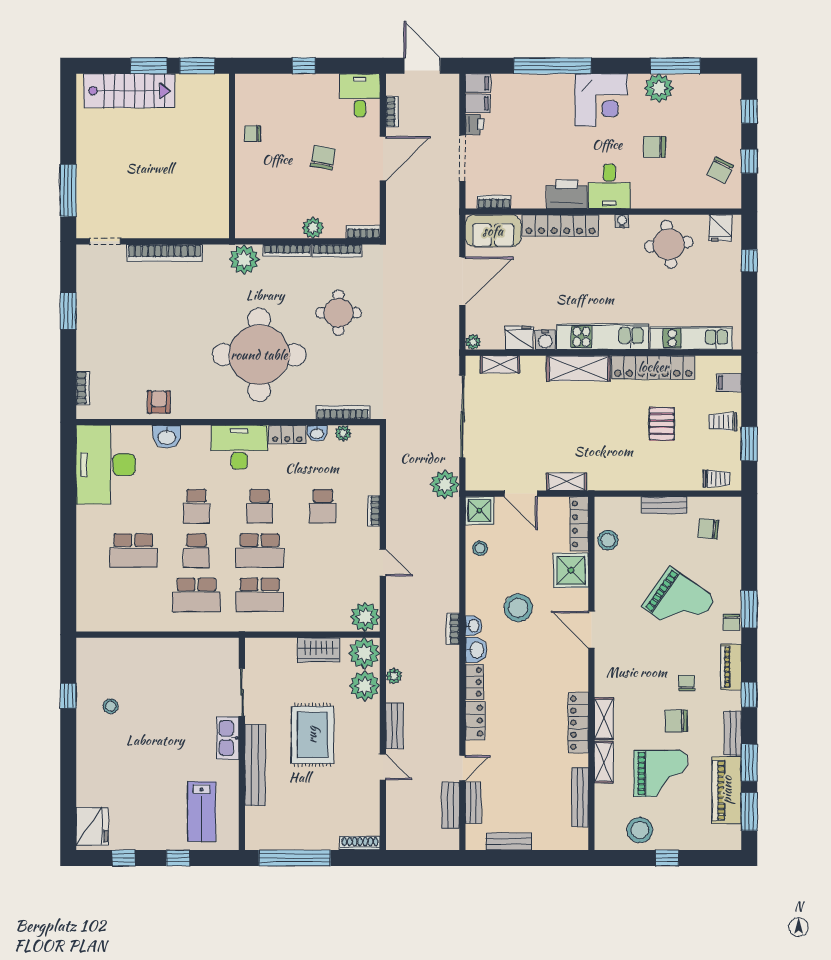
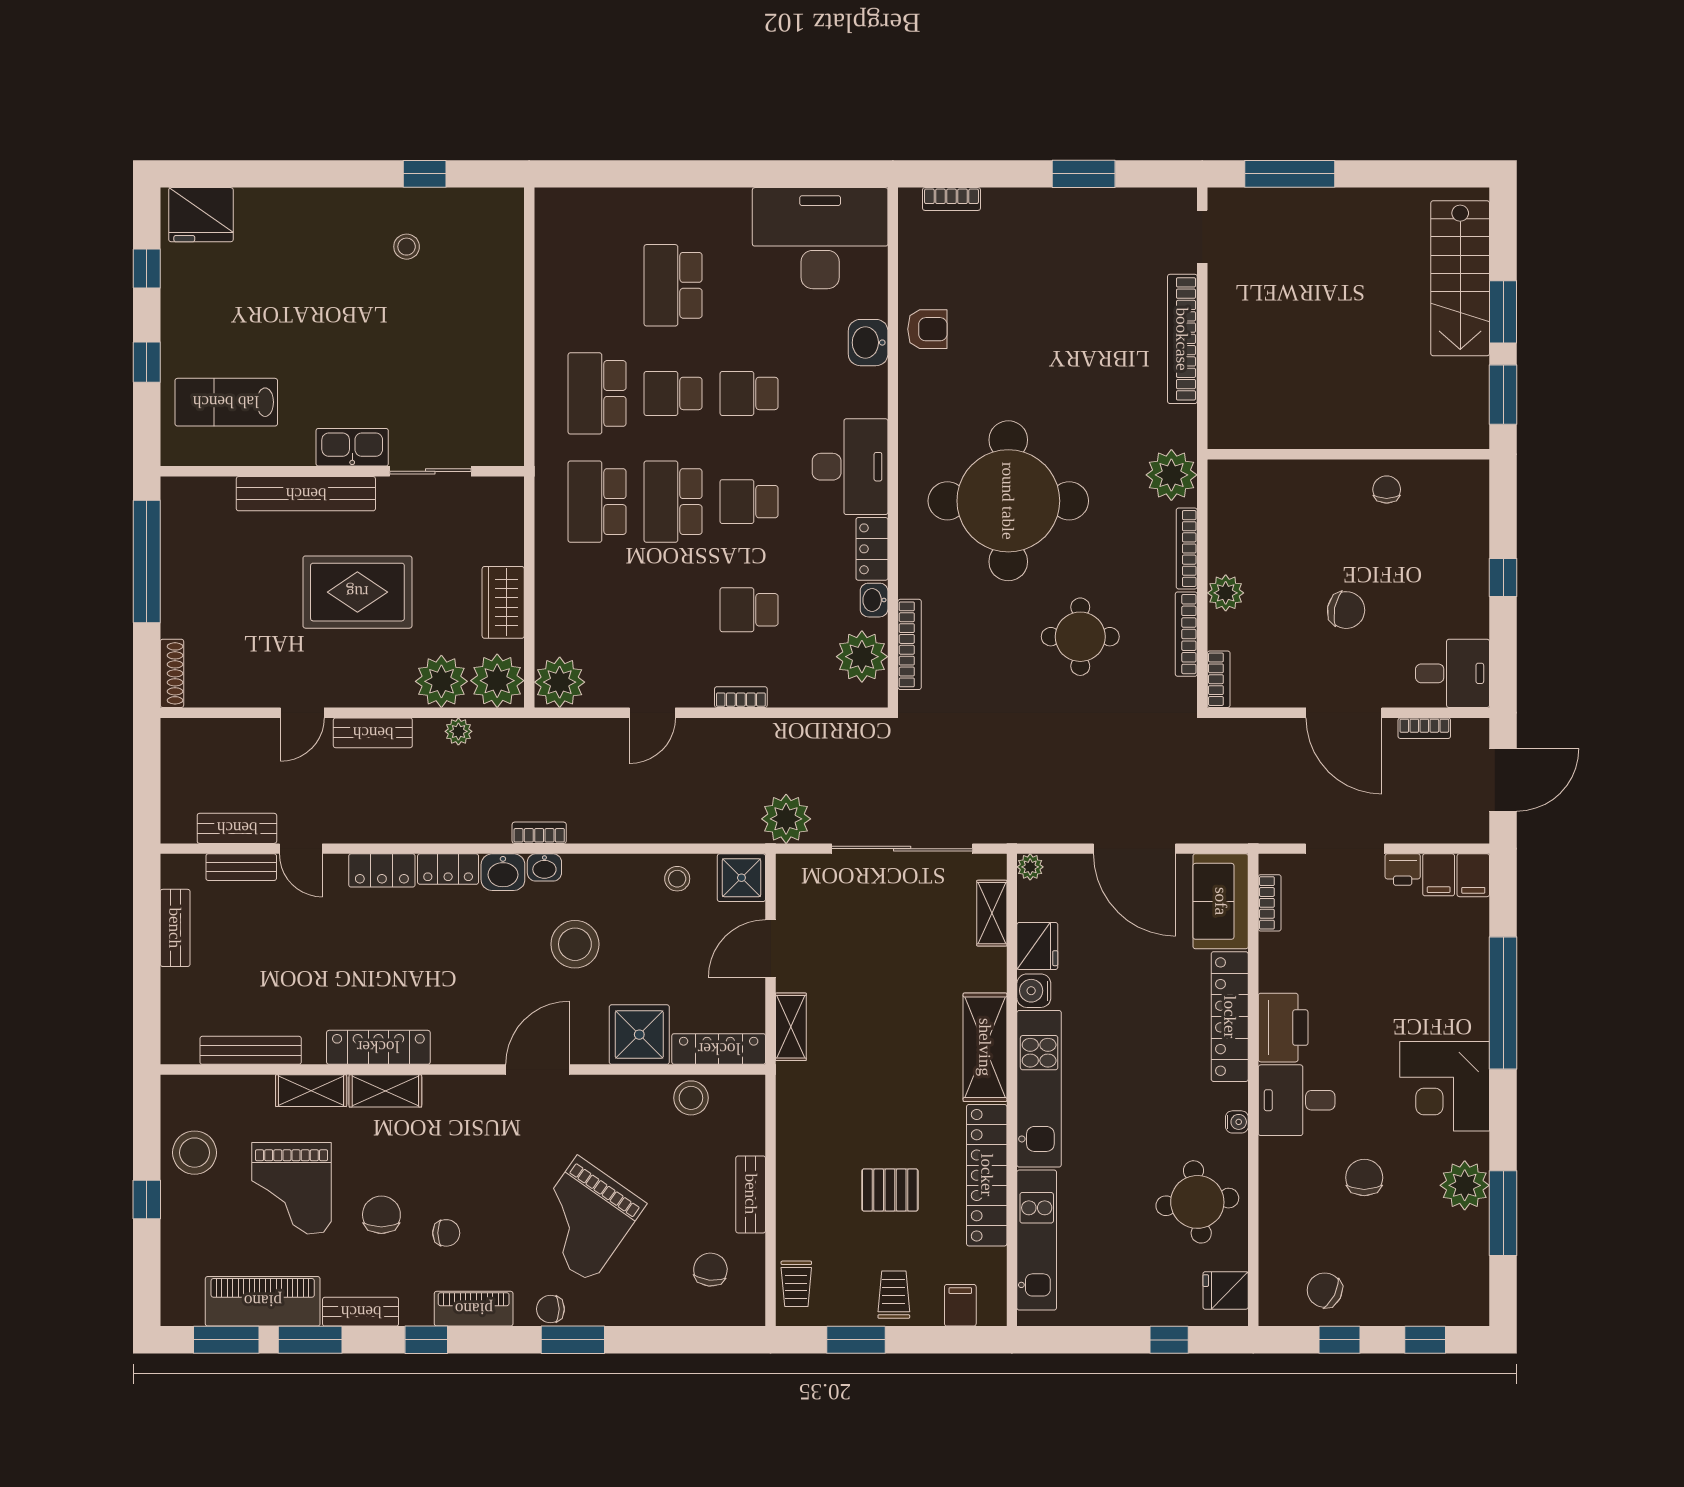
plant: (343, 433) -> (862, 657), width x1.88, depth x1.88

